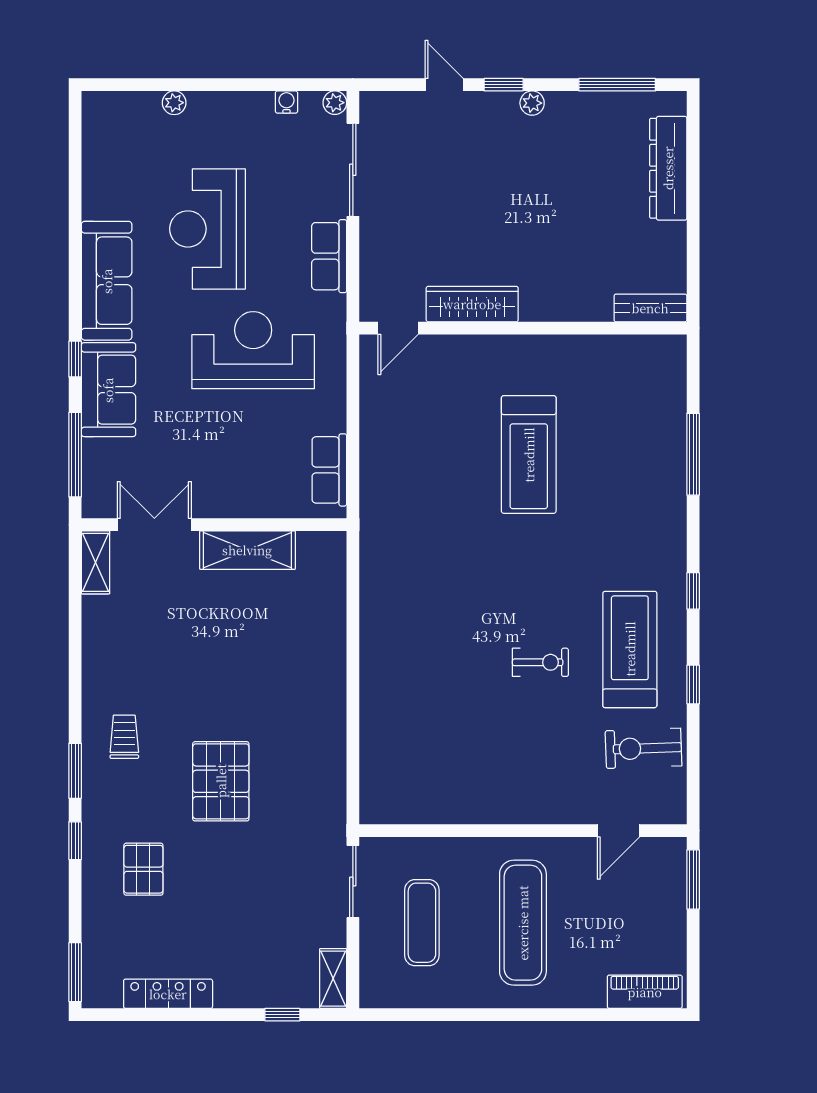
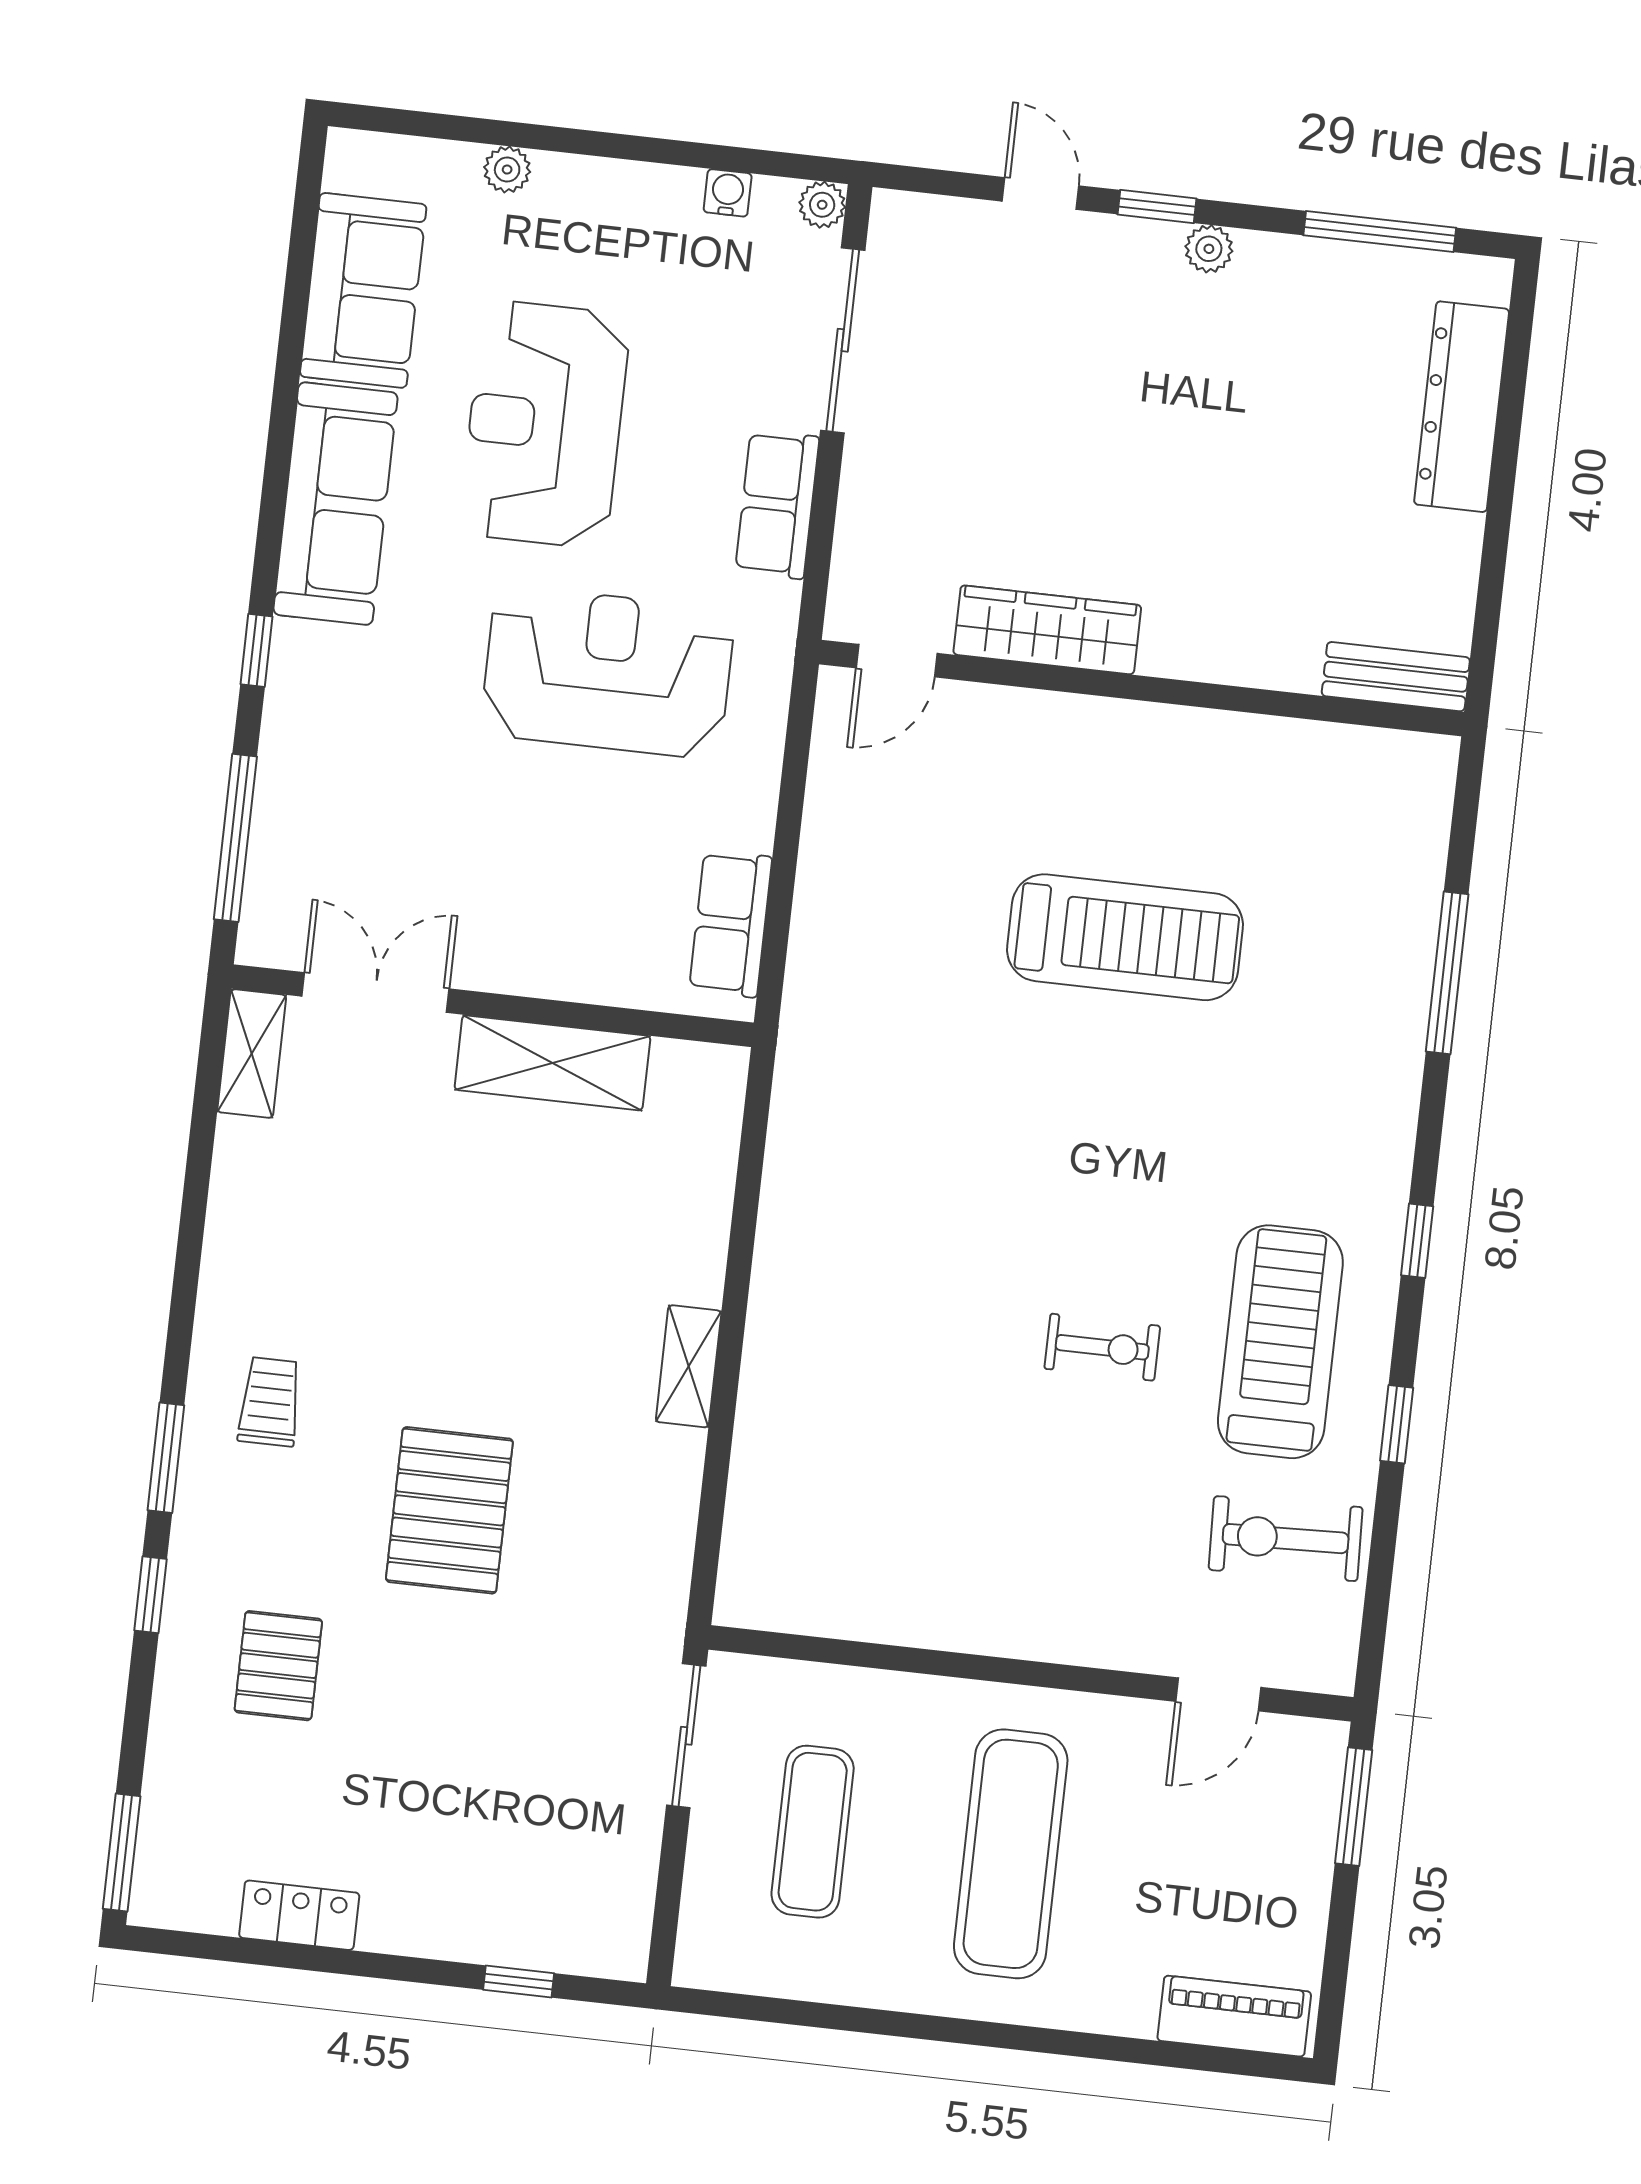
sofa: (108, 390) -> (363, 290), moved
treadmill: (529, 455) -> (1125, 937), turned -90
shelving: (333, 979) -> (689, 1366), moved
locker: (168, 994) -> (299, 1915), width x0.66

